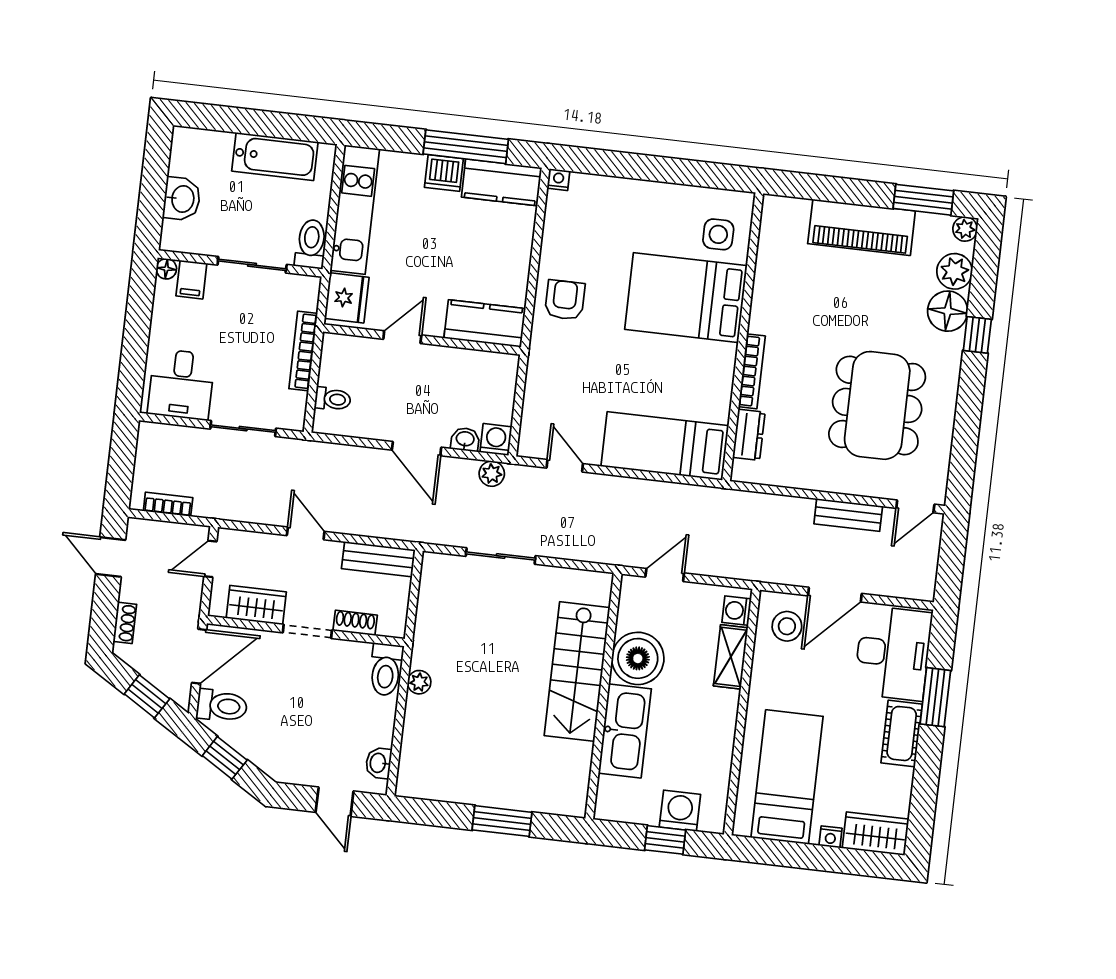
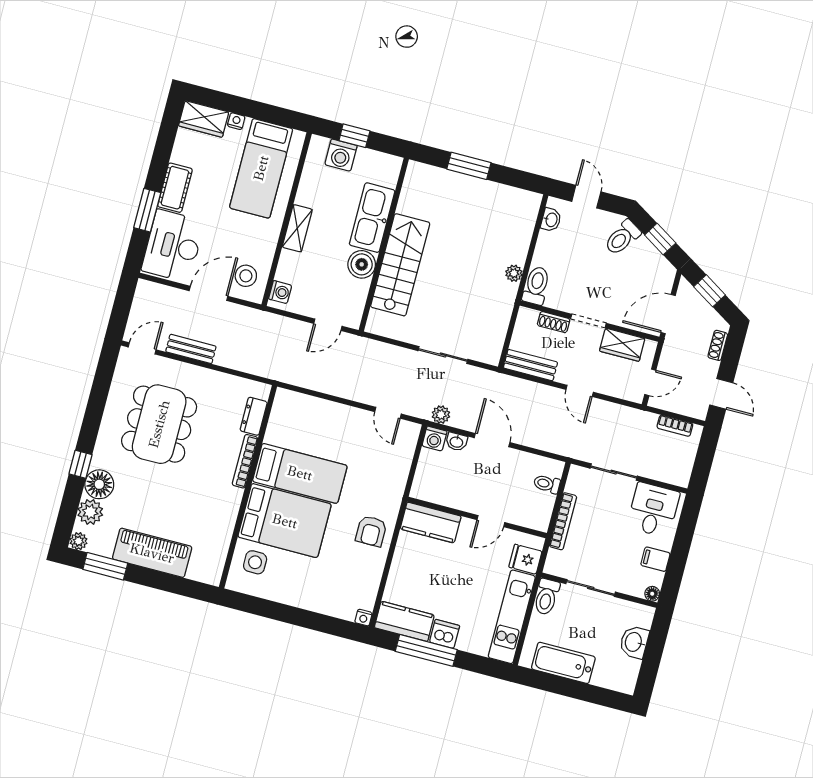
filing cabinet: (191, 280) -> (655, 559), moved, turned -90
fridge: (347, 298) -> (525, 559), width x0.72
bed: (665, 446) -> (300, 473), moved
shelving: (731, 657) -> (297, 228), moved
boiler: (638, 658) -> (362, 264), width x0.73, depth x0.73
toilet: (222, 706) -> (622, 238), moved, turned -58

